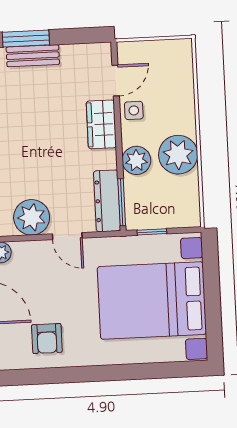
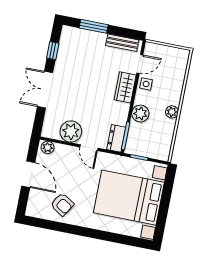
bench: (33, 56) -> (122, 43), moved
plant: (178, 155) -> (172, 112), width x0.53, depth x0.53
dresser: (107, 201) -> (116, 138), width x0.70
armchair: (47, 339) -> (62, 204), turned -58

